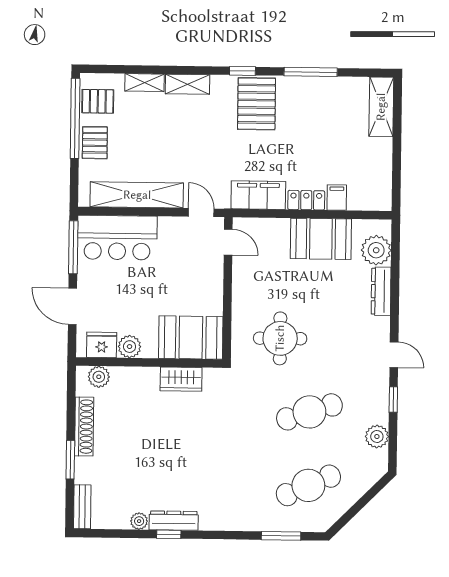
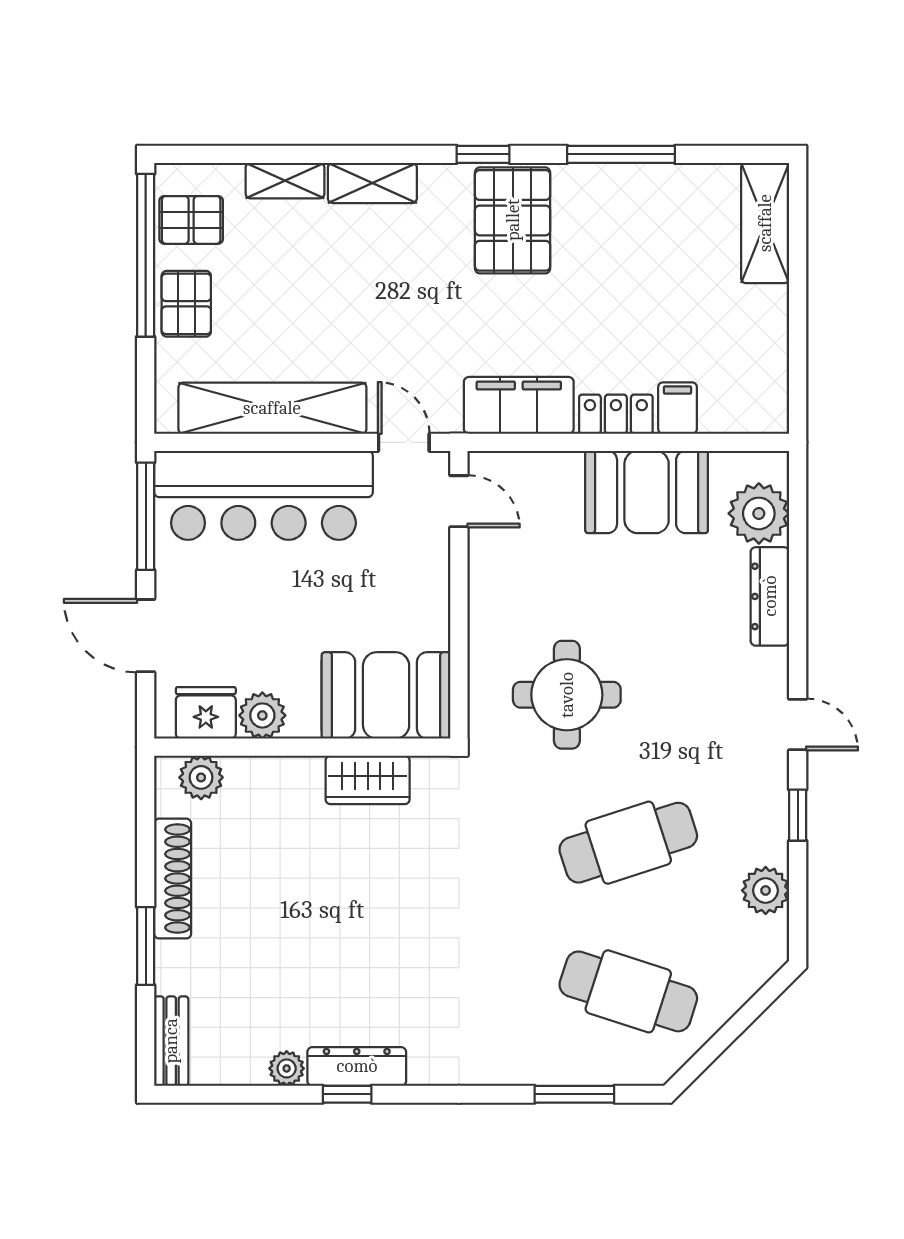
bar counter: (117, 238) -> (263, 495), width x1.36
cafe table: (308, 485) -> (628, 991), turned 42

